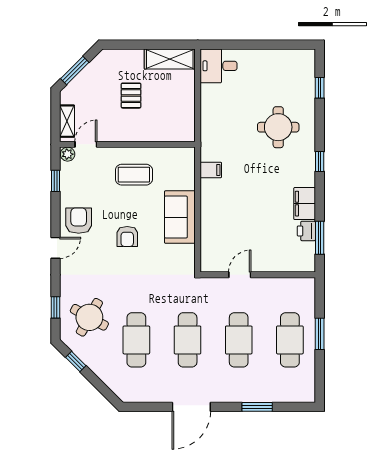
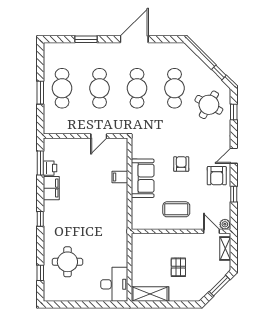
desk: (219, 66) -> (114, 284), width x1.37
round table: (278, 127) -> (67, 262), moved
door: (86, 144) -> (211, 231), swing flipped
filing cabinet: (211, 170) -> (120, 177), moved
window: (56, 181) -> (234, 194), moved

